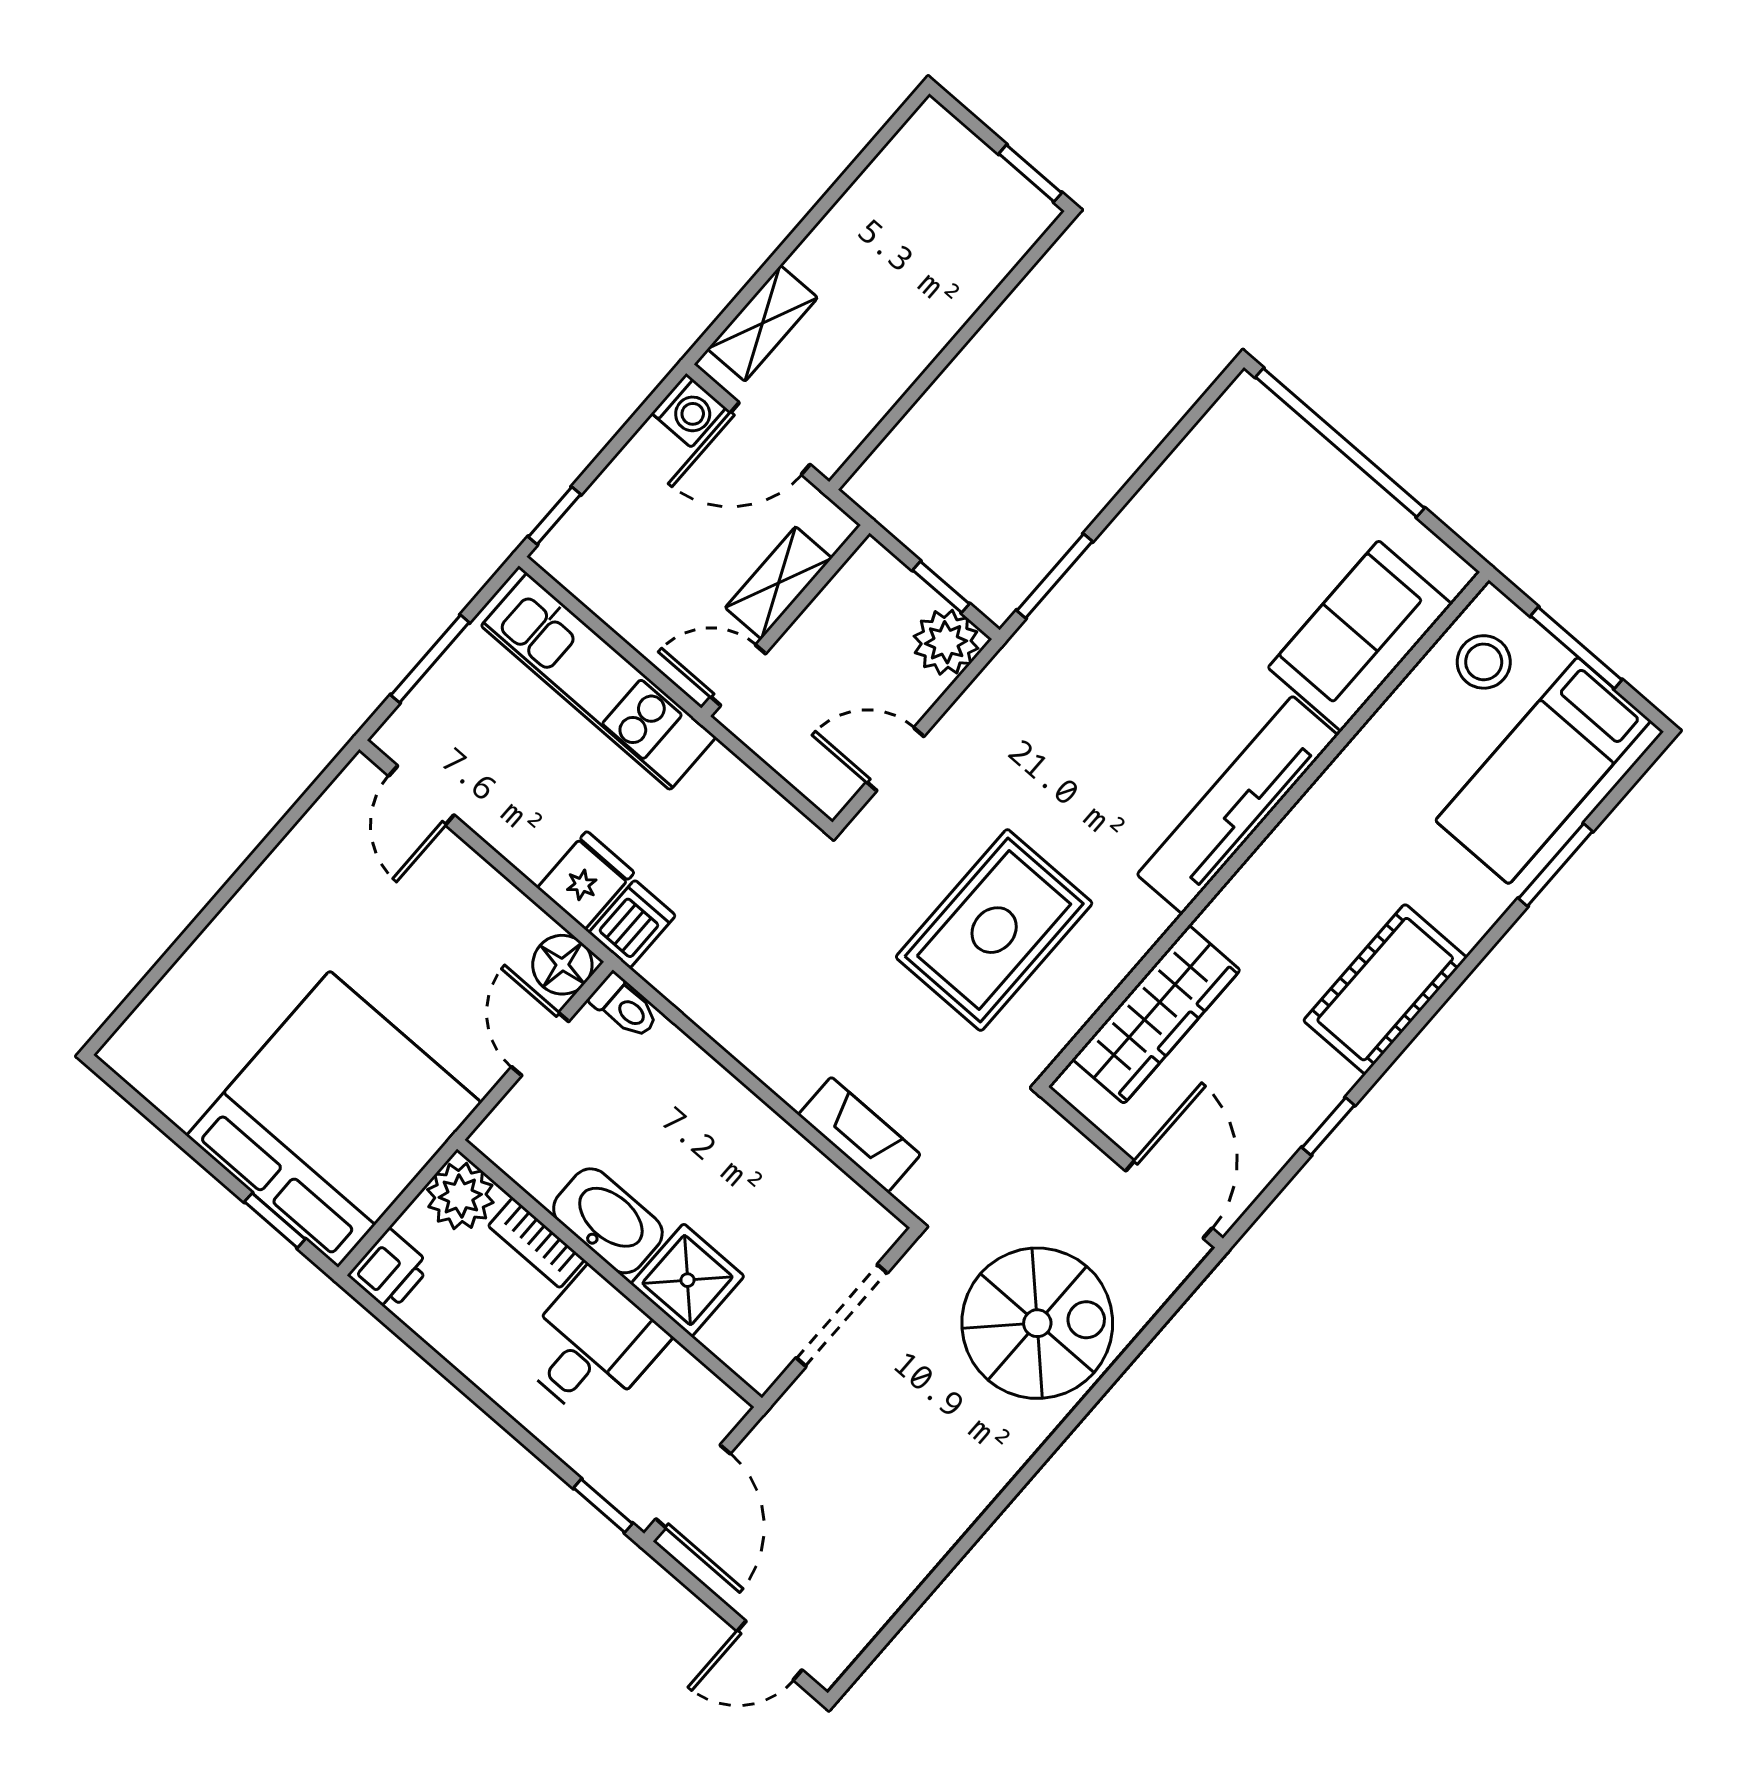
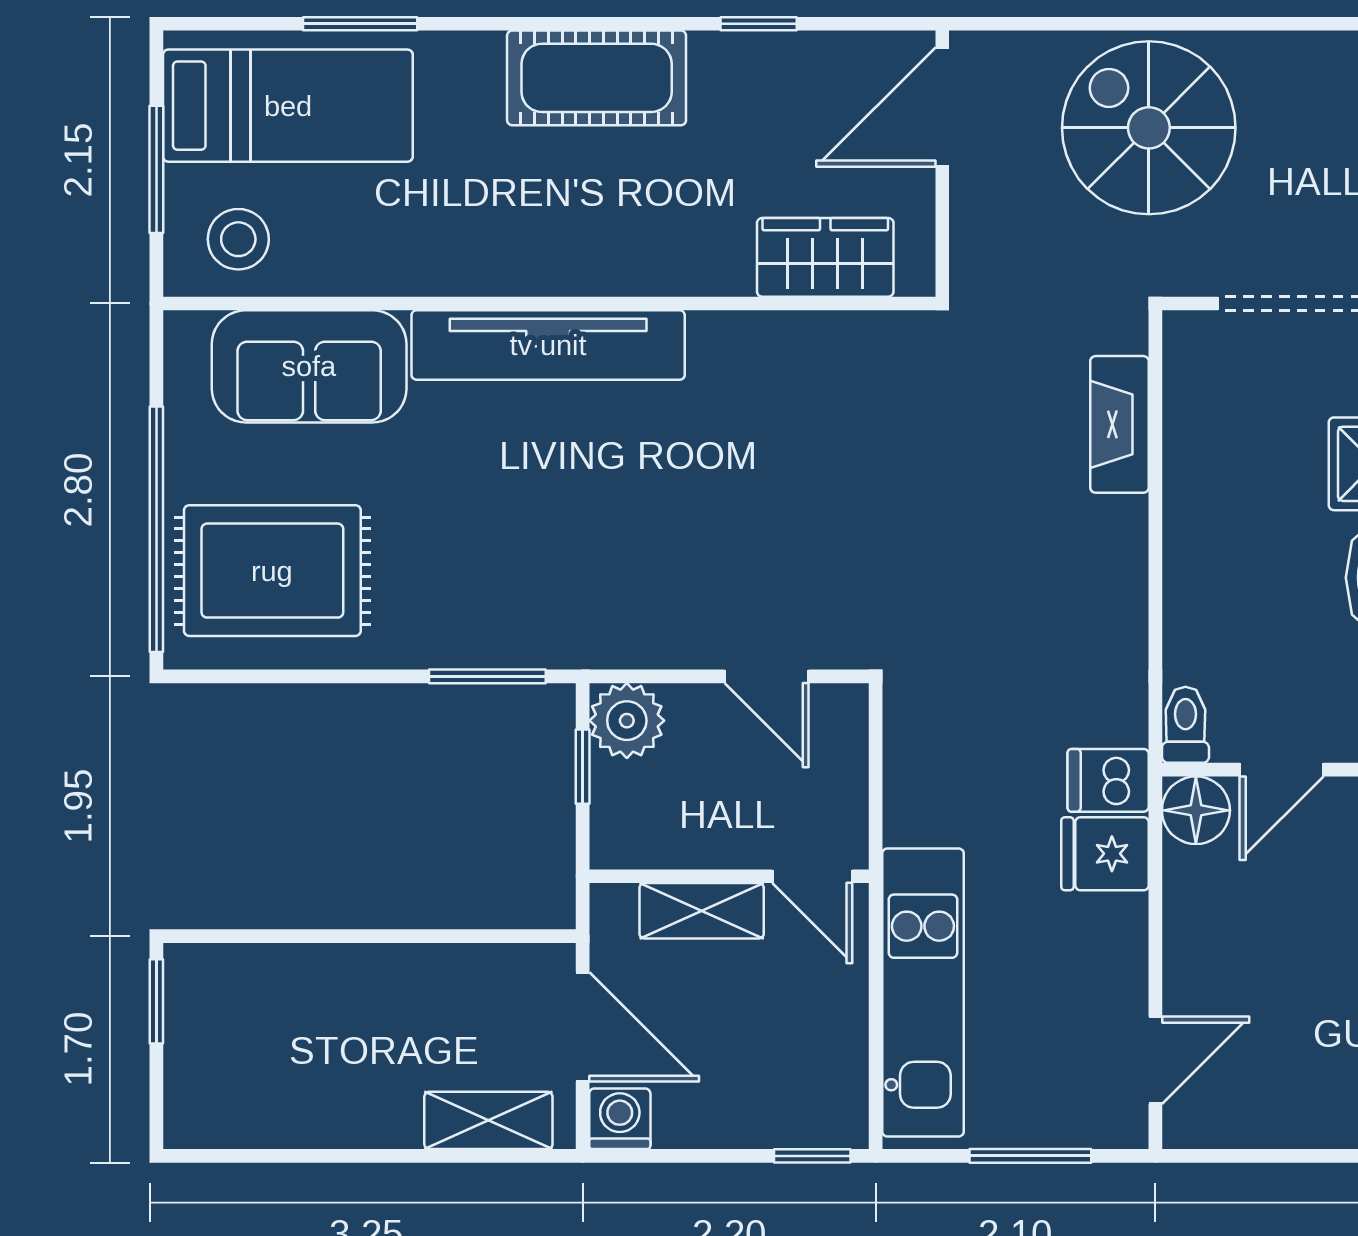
rug: (994, 930) -> (272, 571), moved
wardrobe: (1156, 1015) -> (825, 257), width x0.67

